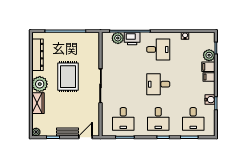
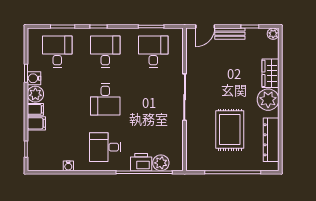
plant: (209, 55) -> (35, 94), moved
rug: (68, 77) -> (230, 130), moved
desk: (158, 84) -> (105, 99), turned 90

